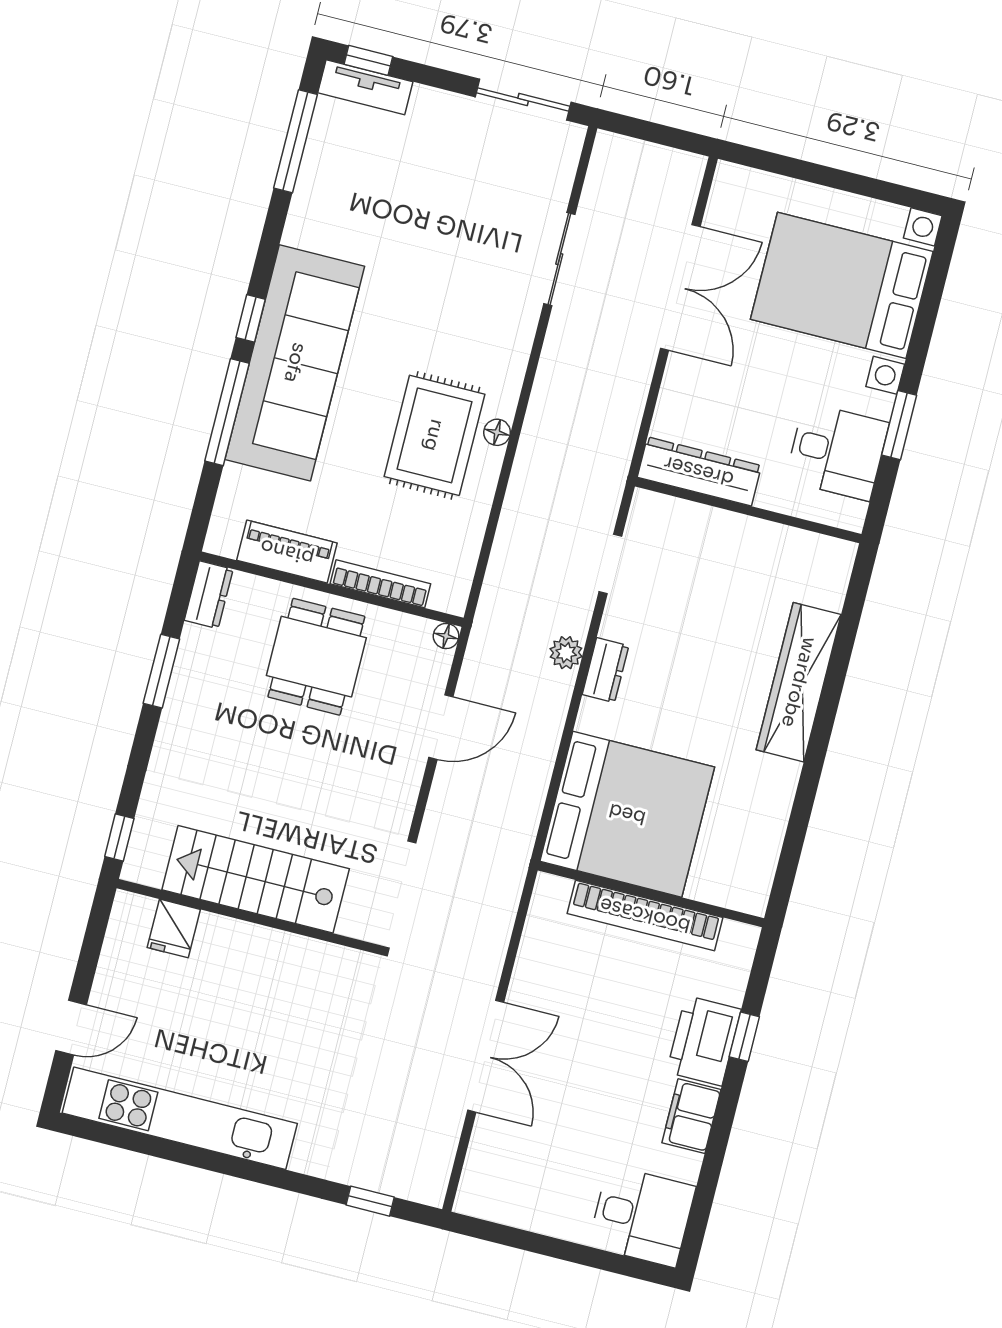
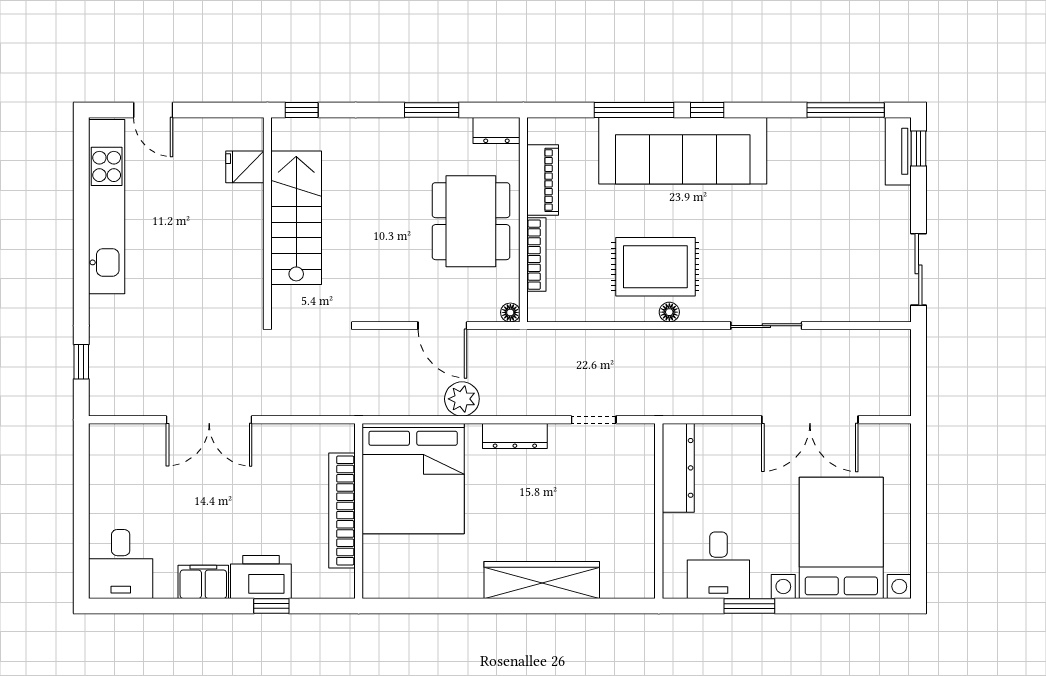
sliding door: (559, 259) -> (766, 326), moved
plant: (566, 653) -> (462, 399), moved, width x1.38, depth x1.38
dining table: (316, 657) -> (471, 221), width x1.38
dresser: (605, 670) -> (515, 436), width x1.44

